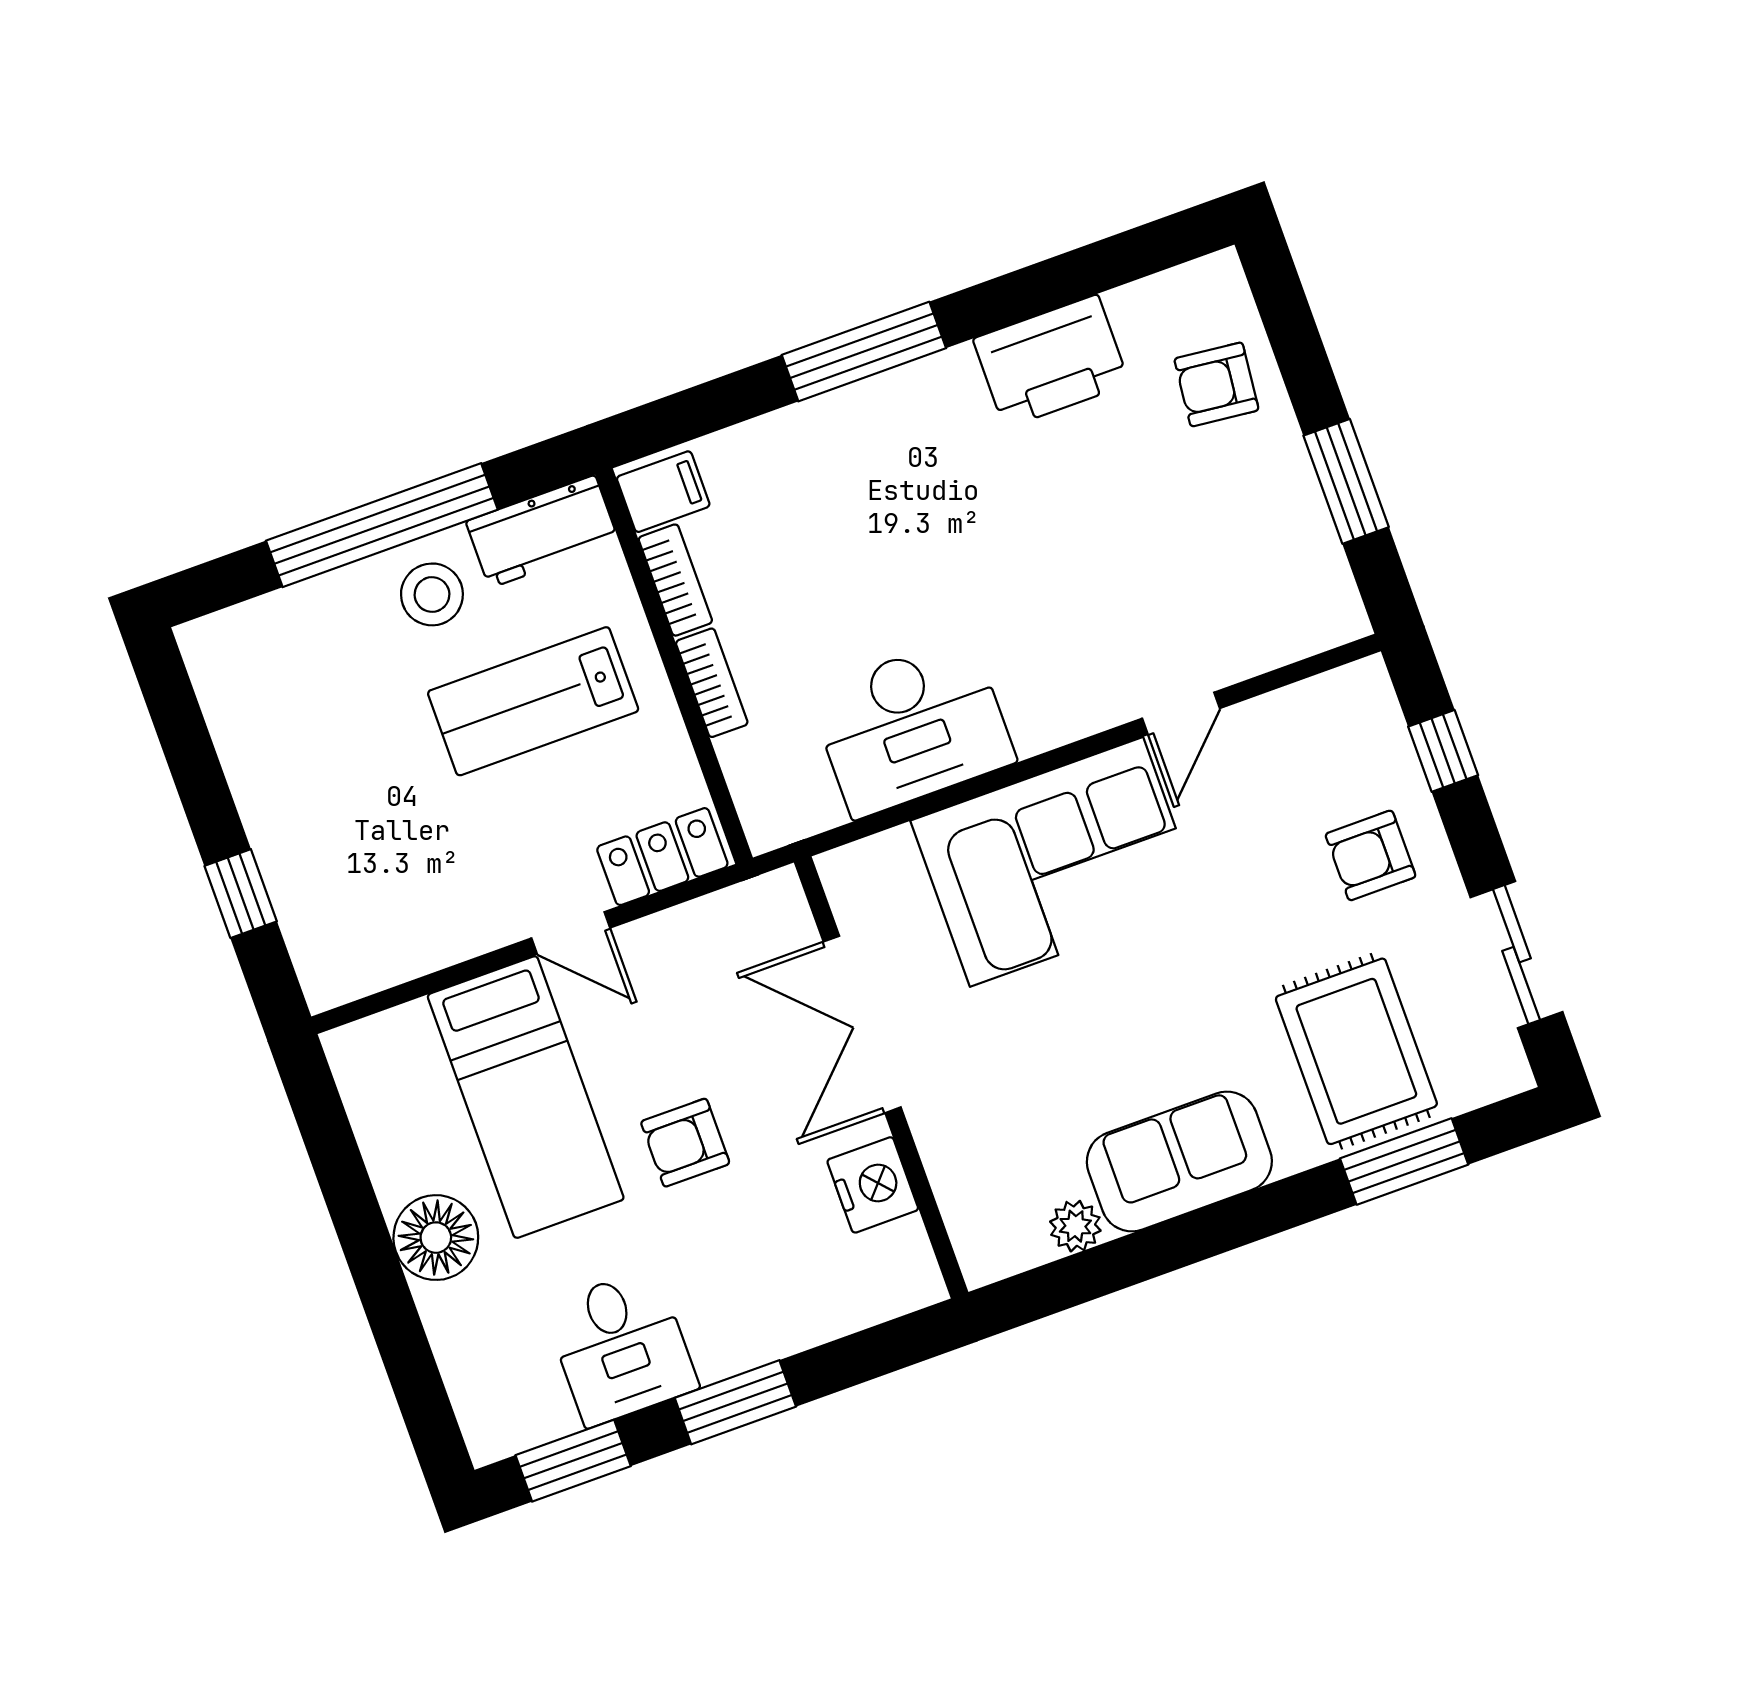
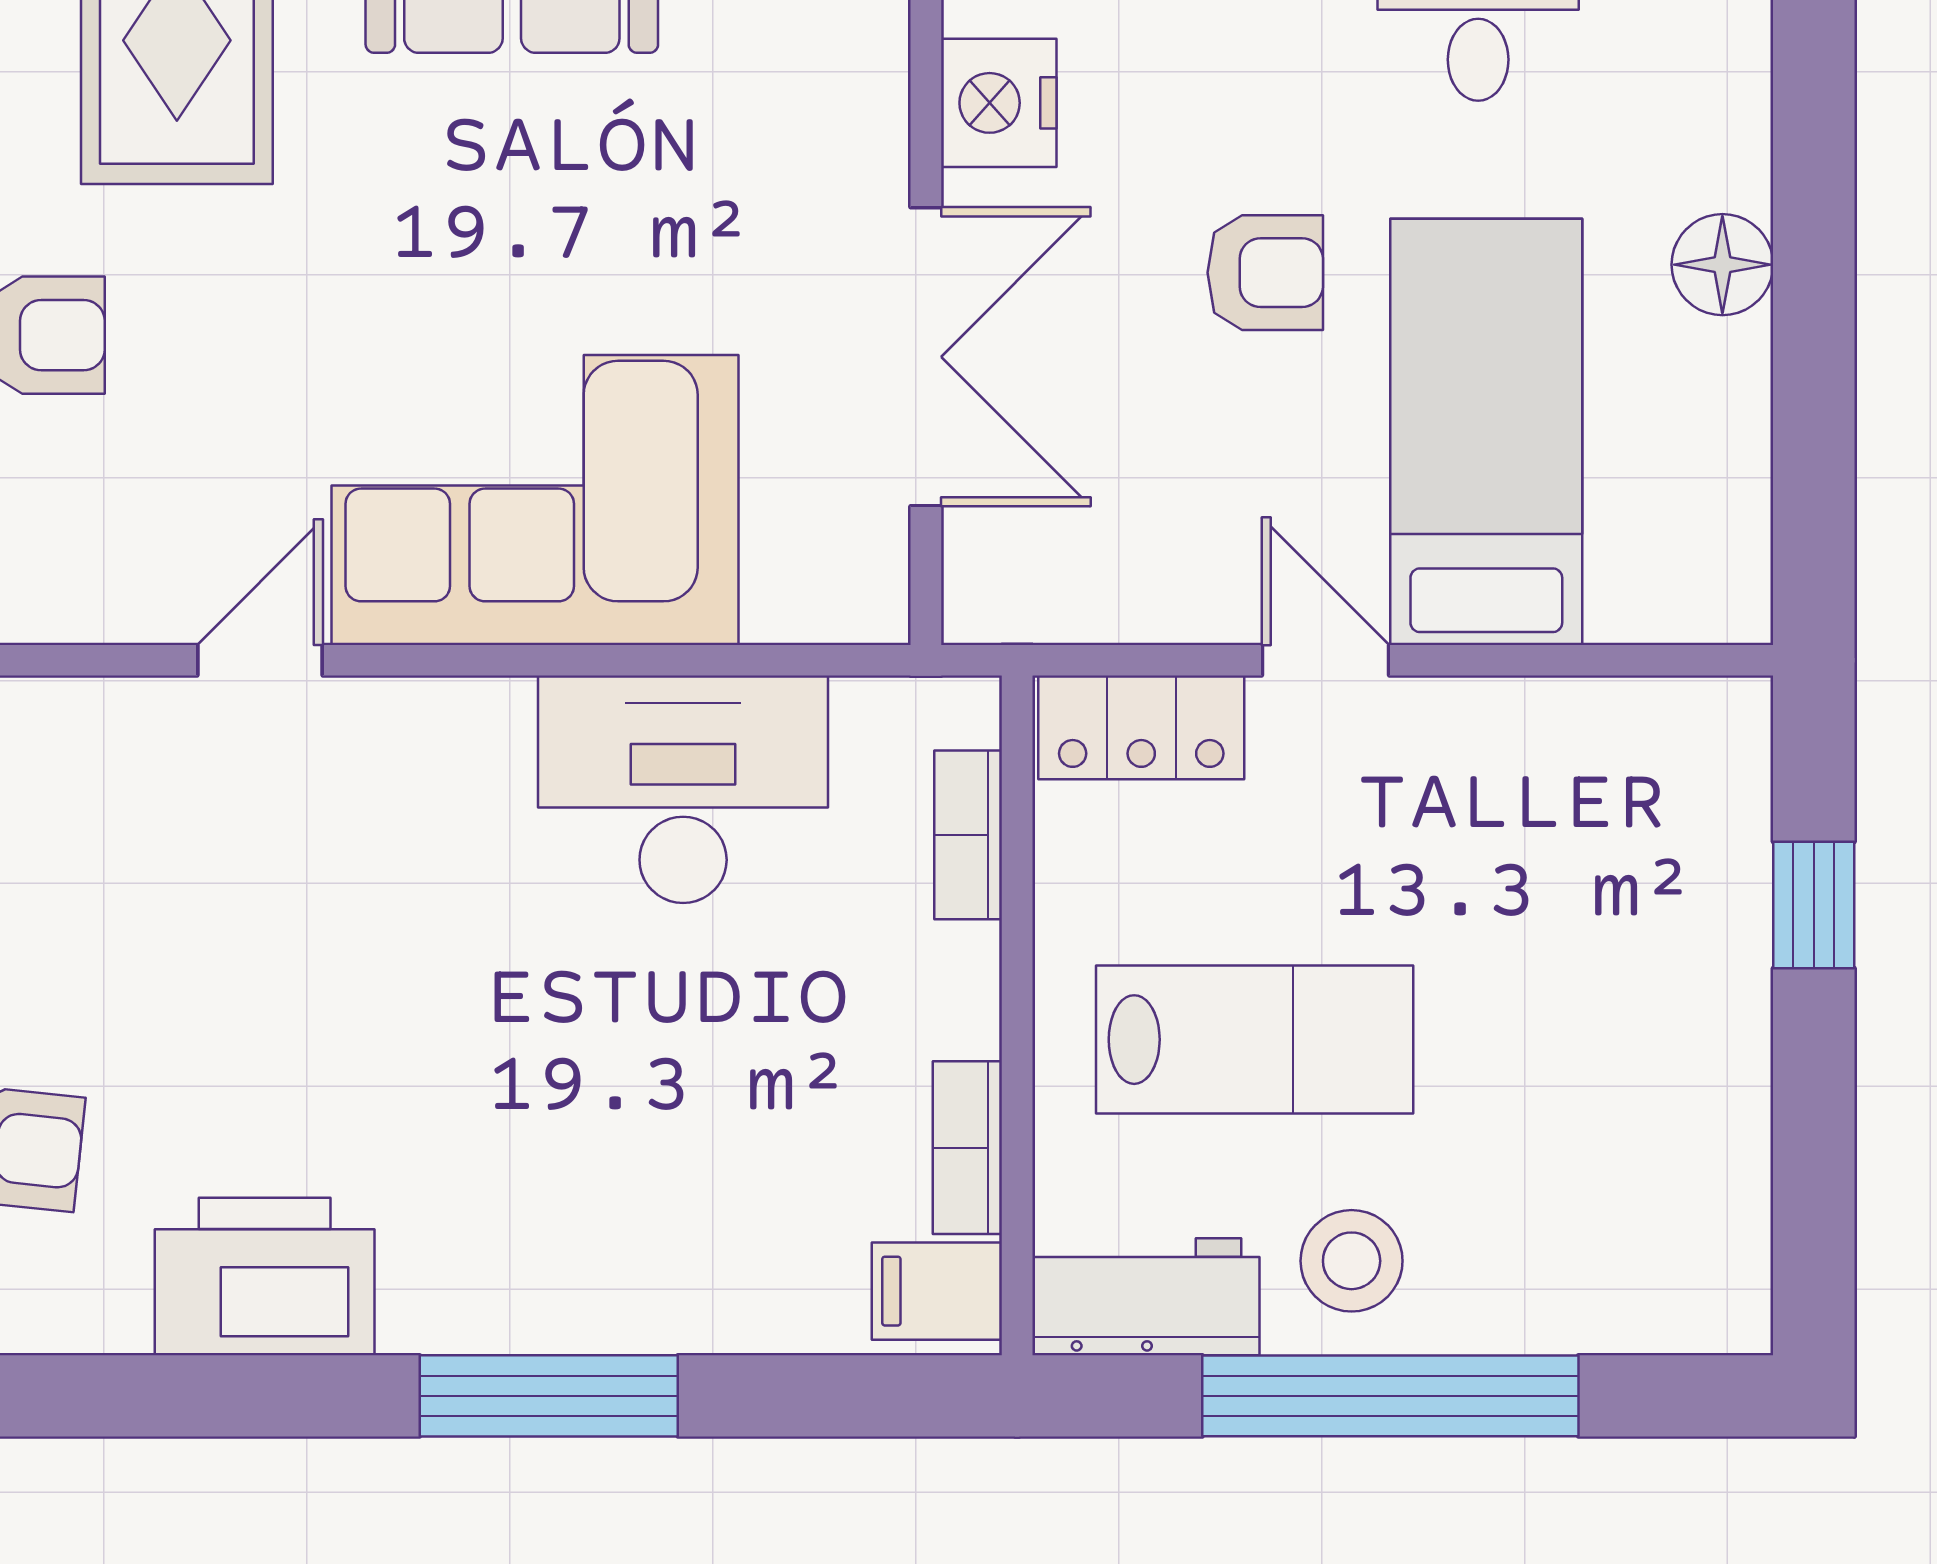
bookcase: (712, 683) -> (968, 835), moved
floor lamp: (436, 1238) -> (1722, 265), width x0.73, depth x0.73

